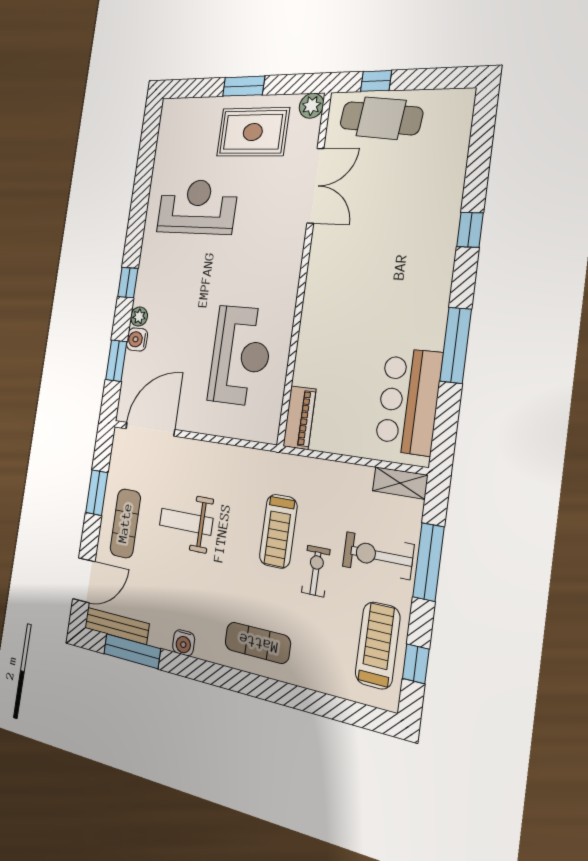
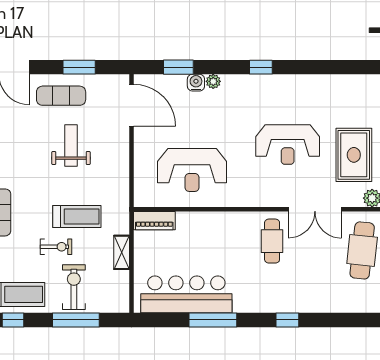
reception desk: (197, 207) -> (288, 145), moved, turned 90
cafe table: (350, 248) -> (272, 241), added
window: (128, 283) -> (261, 67), moved
bar counter: (409, 401) -> (186, 294), width x1.36
shelving: (400, 483) -> (122, 252), moved
treadmill: (278, 531) -> (77, 217), turned 180

